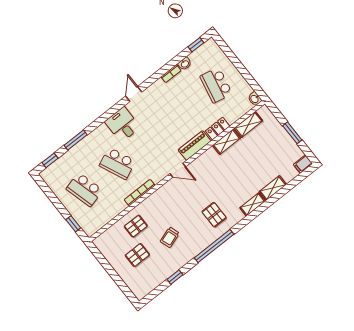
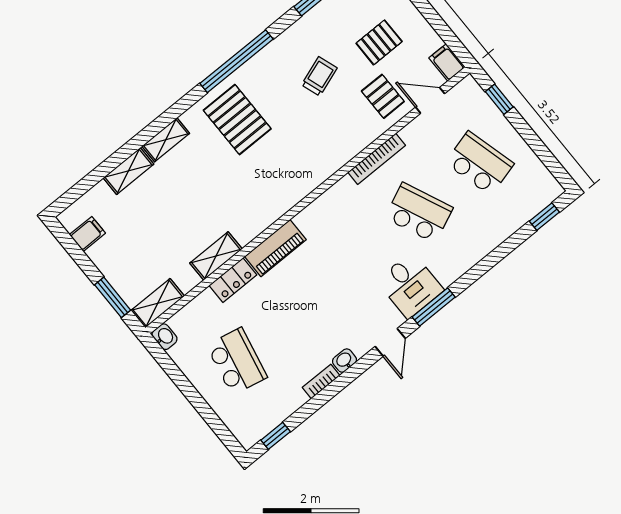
washbasin: (185, 64) -> (344, 361), moved
shelving: (248, 124) -> (158, 303), moved
window: (292, 133) -> (113, 297), moved
window: (76, 140) -> (434, 307), moved
filing cabinet: (303, 164) -> (87, 234), moved
door: (178, 170) -> (430, 100), moved
pallet: (214, 215) -> (237, 120), width x1.50, depth x1.42
pallet: (136, 226) -> (383, 96), turned 90
filing cabinet: (101, 244) -> (447, 62), added

